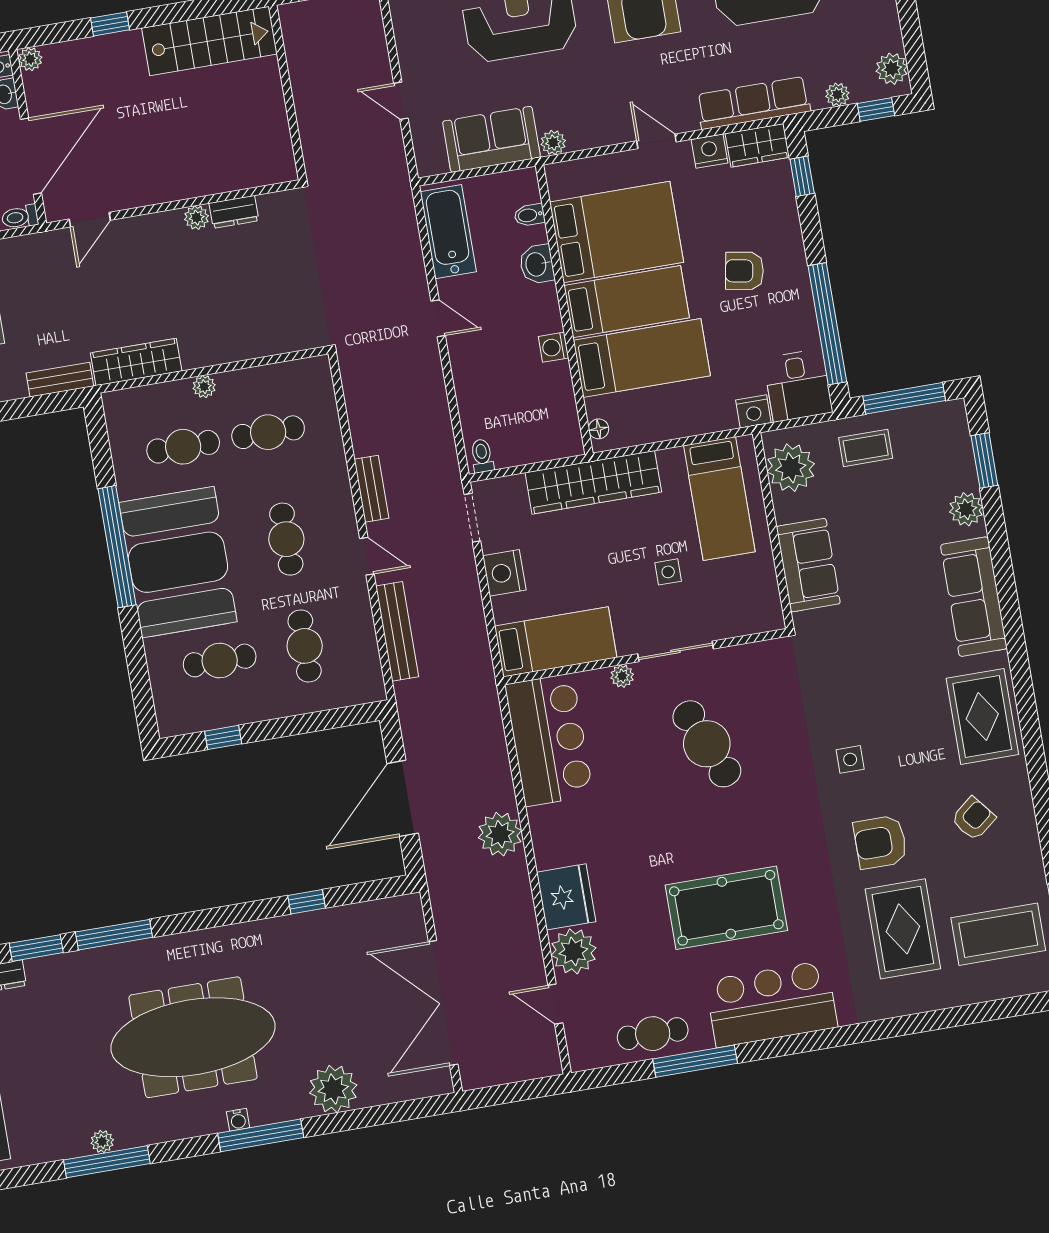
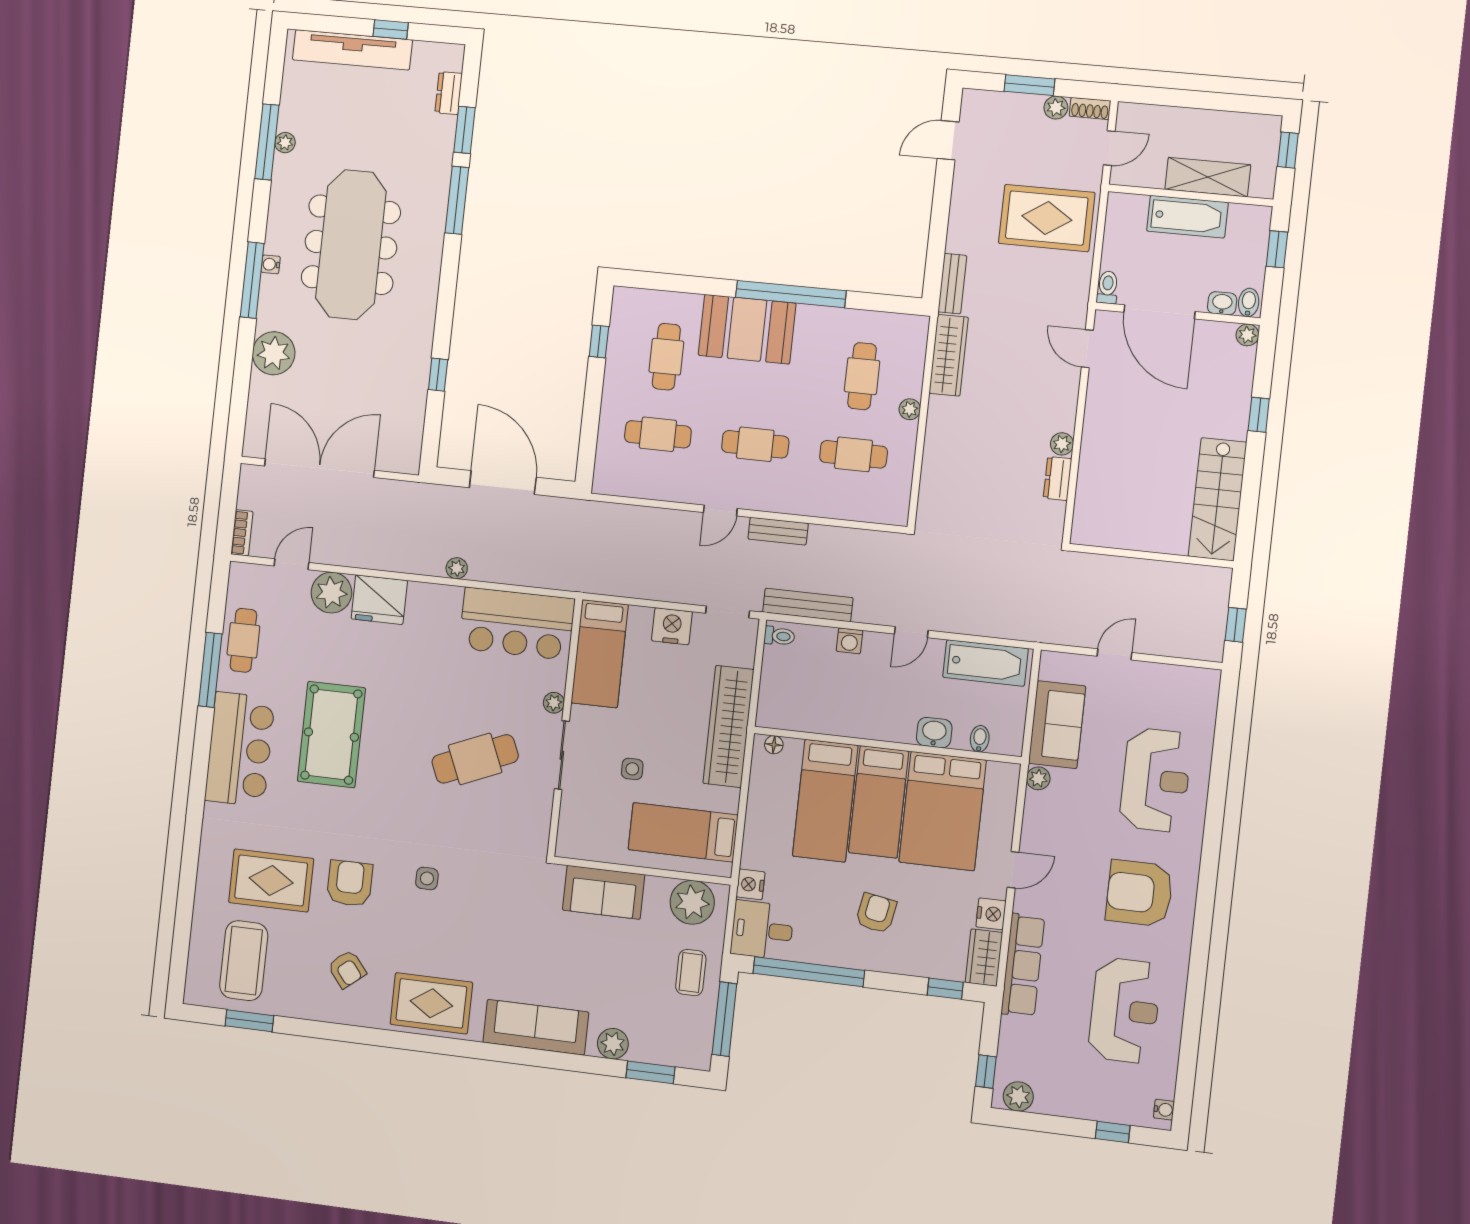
plant: (837, 95) -> (1009, 1042), removed
washing machine: (554, 347) -> (850, 641), moved, turned 180
cafe table: (268, 432) -> (854, 454), turned 90
booth: (178, 562) -> (747, 329), width x0.73, depth x0.70
bench: (397, 631) -> (808, 605), moved
plant: (500, 834) -> (457, 568), width x0.53, depth x0.53
bookcase: (537, 1069) -> (242, 533), added

